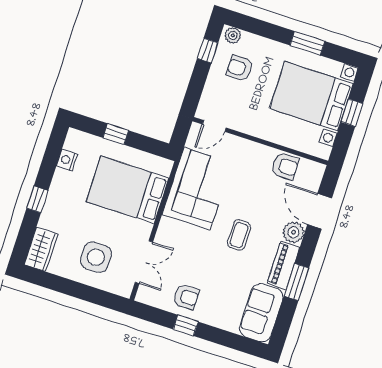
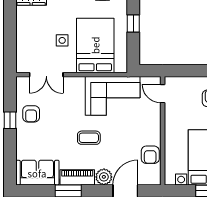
side table: (96, 257) -> (62, 40), moved, width x0.54, depth x0.54

